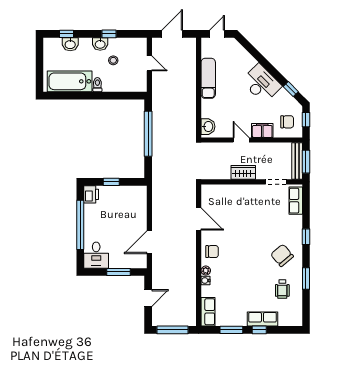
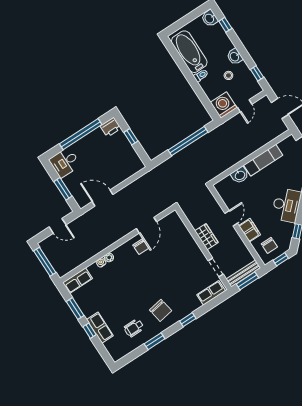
window: (109, 34) -> (257, 73), moved
washbasin: (70, 44) -> (210, 18), moved
washing machine: (137, 82) -> (224, 105), added
washbasin: (208, 127) -> (240, 175), moved
chair: (212, 252) -> (141, 247), moved
chair: (282, 255) -> (161, 310), turned 120

